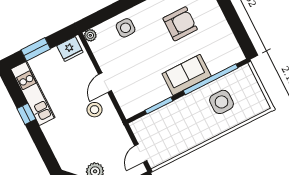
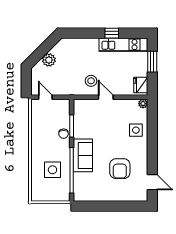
chair: (173, 110) -> (64, 134), added

